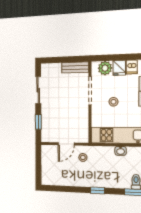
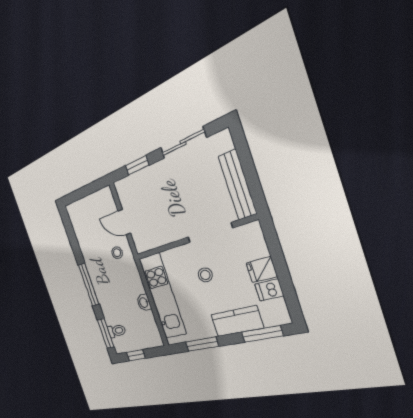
bench: (75, 67) -> (237, 185), width x1.36
plant: (105, 68) -> (254, 246), removed
window: (98, 190) -> (89, 285), width x2.17

